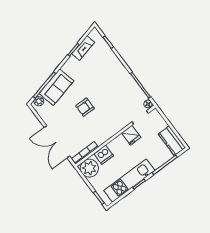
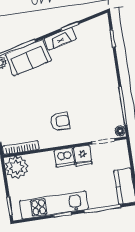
fireplace: (83, 48) -> (60, 39), moved
armchair: (85, 107) -> (60, 121), moved, turned 180
dishwasher: (104, 155) -> (64, 157), moved

